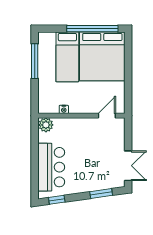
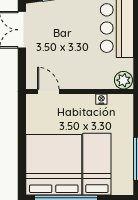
door: (107, 116) -> (48, 92), swing flipped

